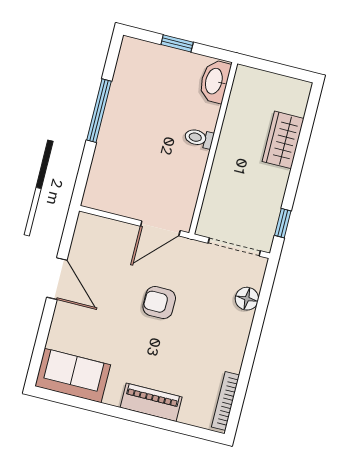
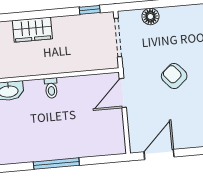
door: (160, 228) -> (123, 93), swing flipped
door: (57, 279) -> (159, 154), moved
armchair: (159, 303) -> (174, 76), turned 139

